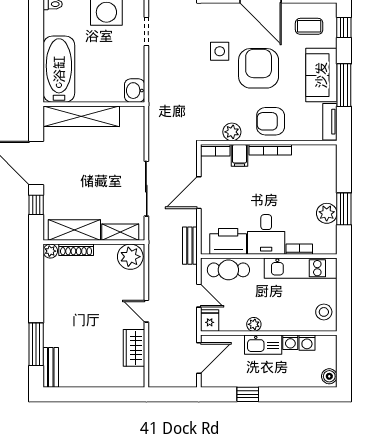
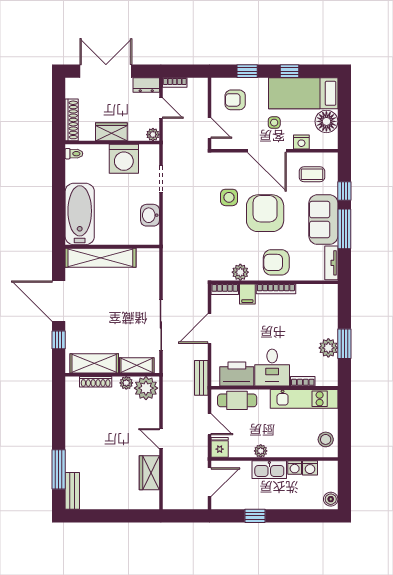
window: (344, 27) -> (344, 191), moved
washbasin: (135, 91) -> (150, 215), moved
plant: (50, 251) -> (126, 383), moved

